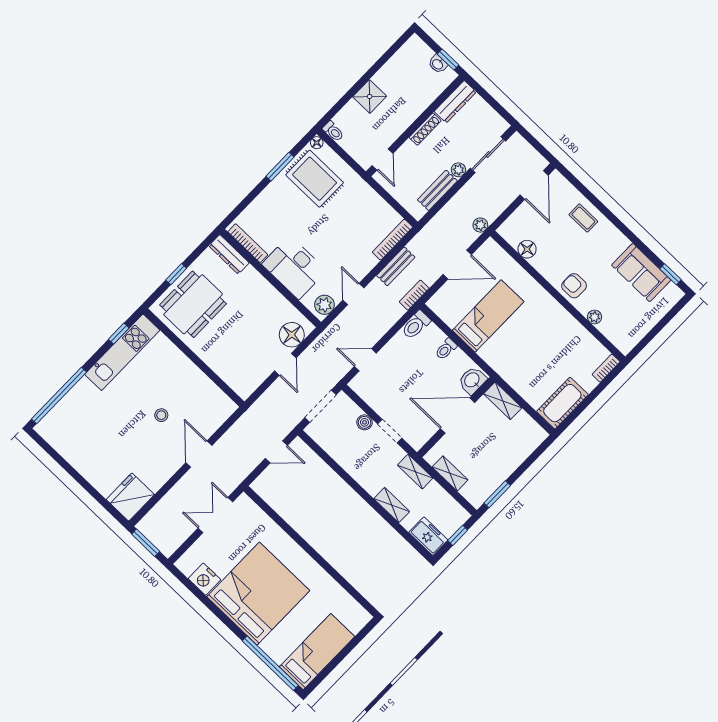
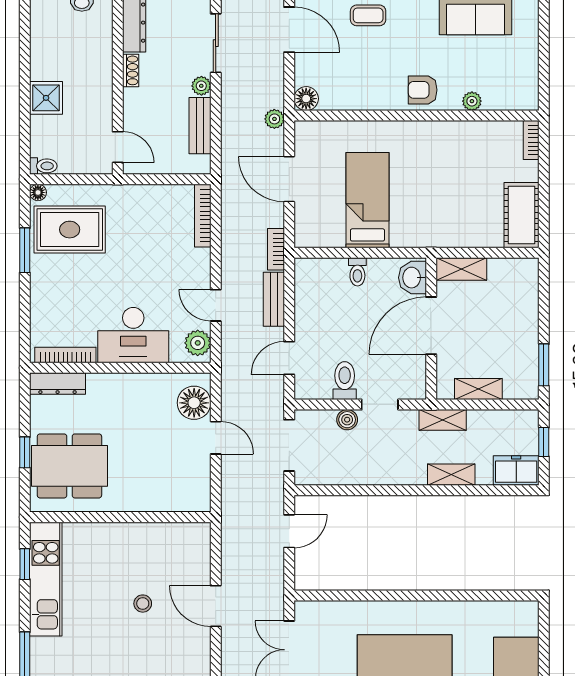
shoe rack: (425, 129) -> (131, 70), width x0.70
floor lamp: (527, 249) -> (306, 99), moved
door: (457, 265) -> (289, 179), swing flipped
bench: (396, 266) -> (274, 299), moved
dining table: (193, 304) -> (69, 466), turned 90
toilet: (416, 325) -> (345, 381), moved, turned 180

